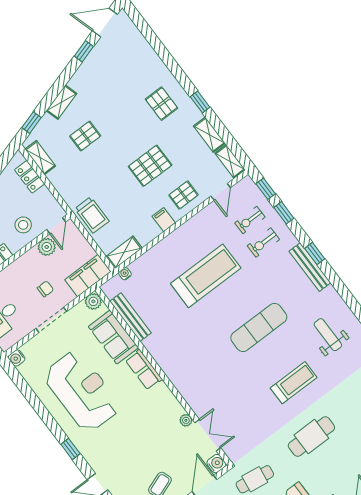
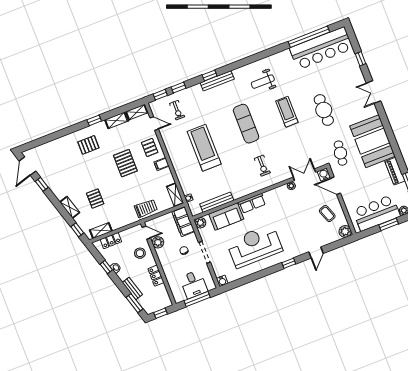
exercise bike: (263, 243) -> (262, 166), moved

